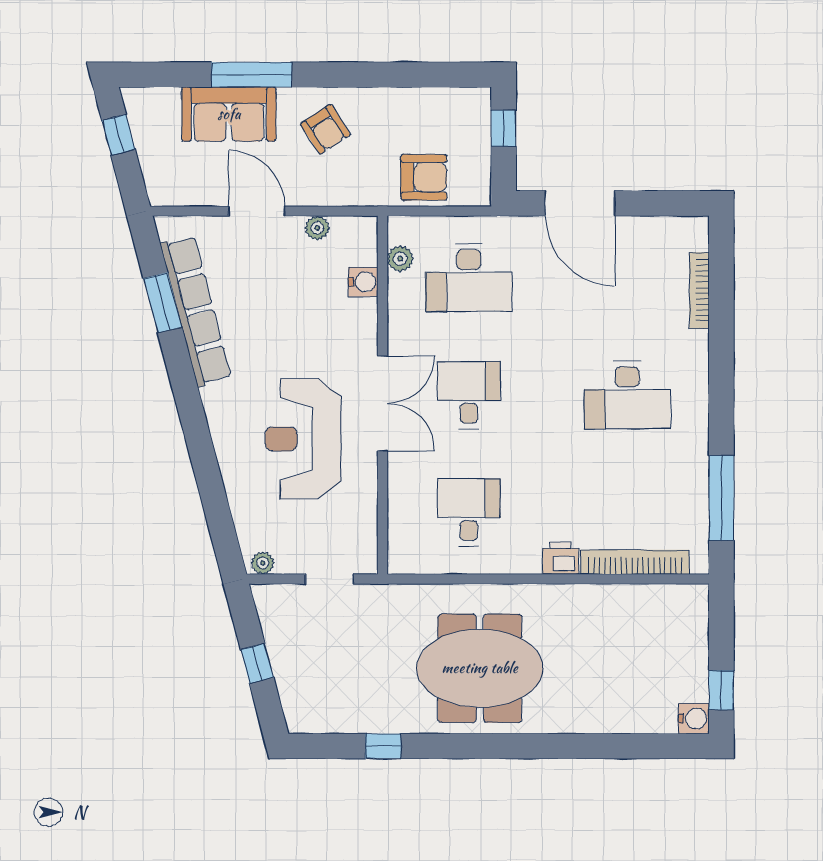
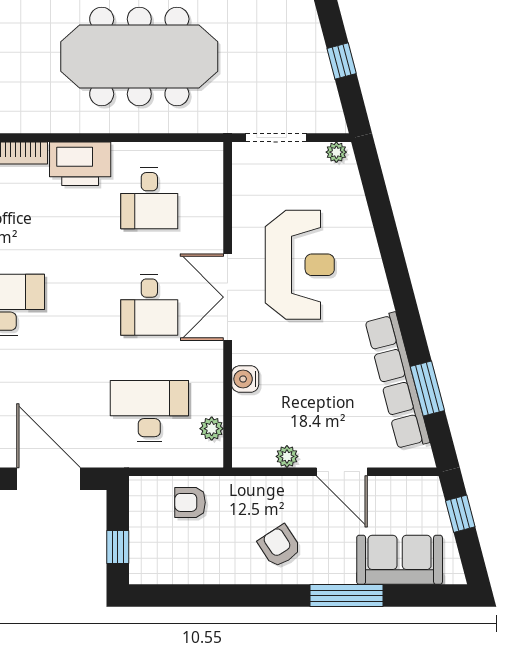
sofa: (229, 114) -> (400, 560), moved
window: (119, 135) -> (460, 514), moved
armchair: (424, 177) -> (190, 502), width x0.72, depth x0.72
water cooler: (363, 282) -> (245, 379), moved
printer: (561, 558) -> (80, 164), width x1.87, depth x1.48
doorway: (330, 579) -> (276, 138), width x1.38
meeting table: (480, 668) -> (139, 57), width x1.36

